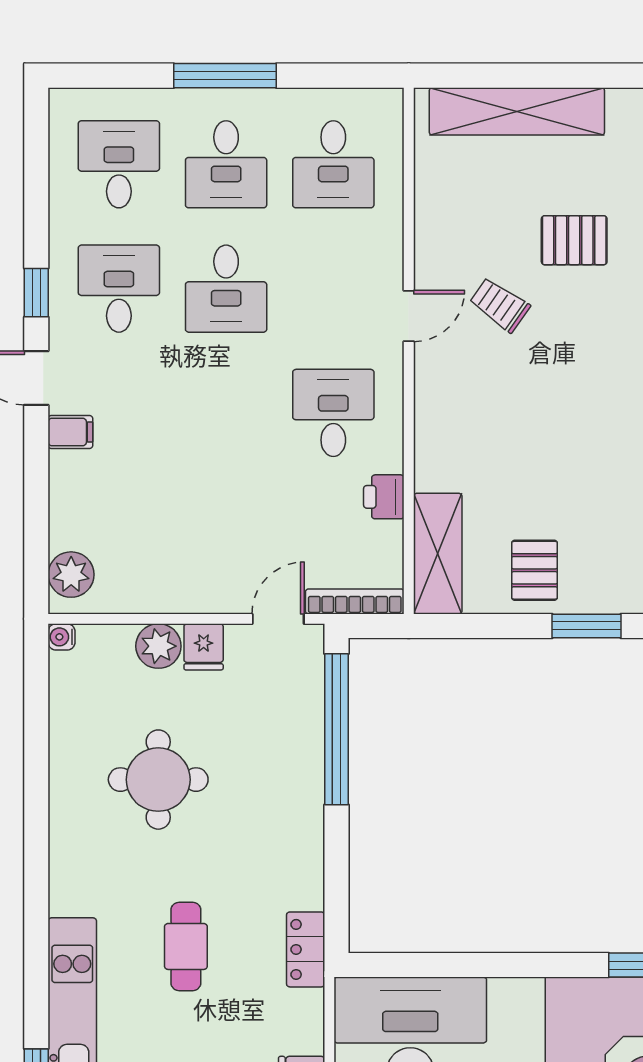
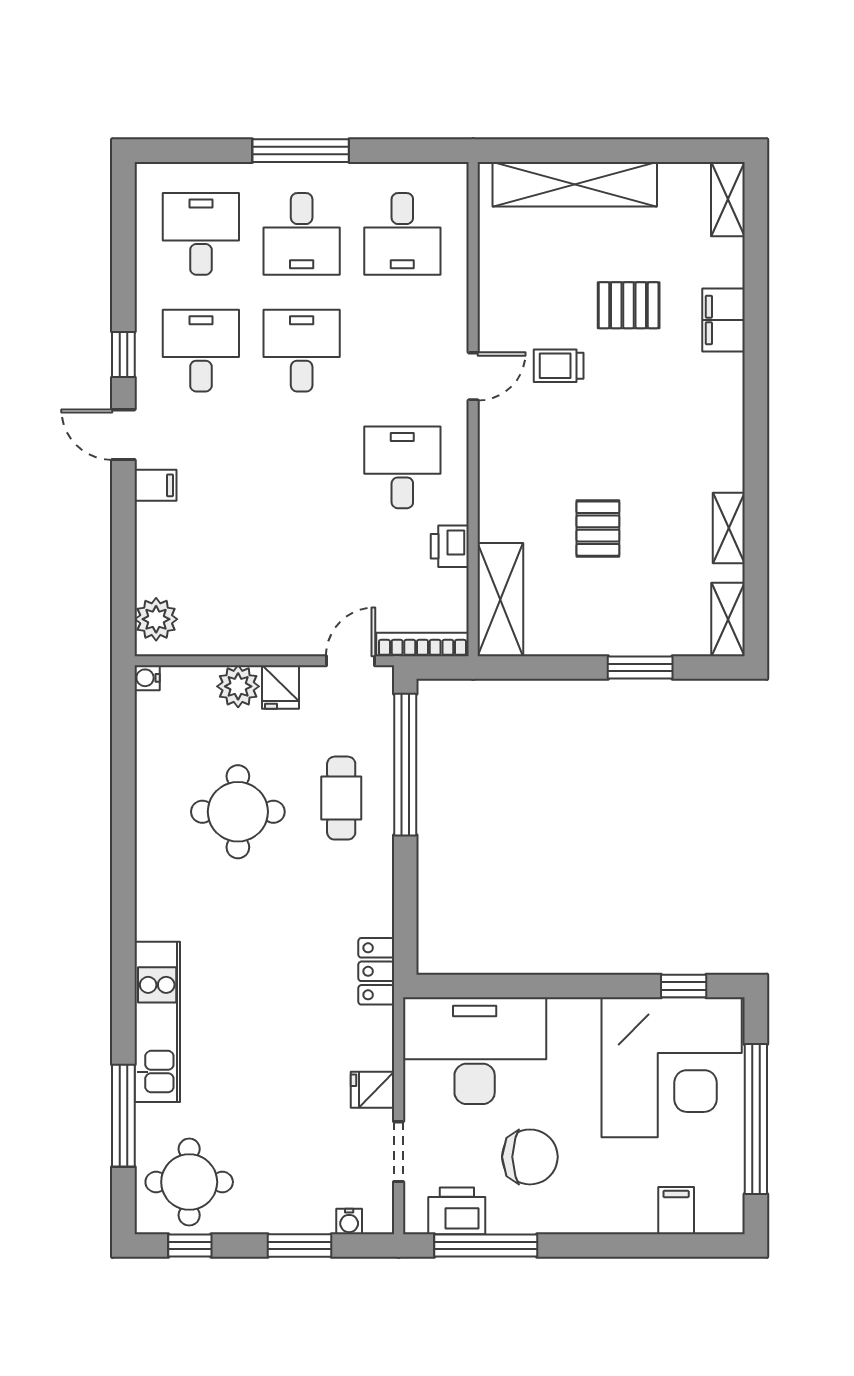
desk: (226, 289) -> (302, 351), turned 180
trolley: (500, 305) -> (559, 366), turned -35
pallet: (535, 570) -> (598, 529), moved
cafe table: (186, 946) -> (341, 798), moved

